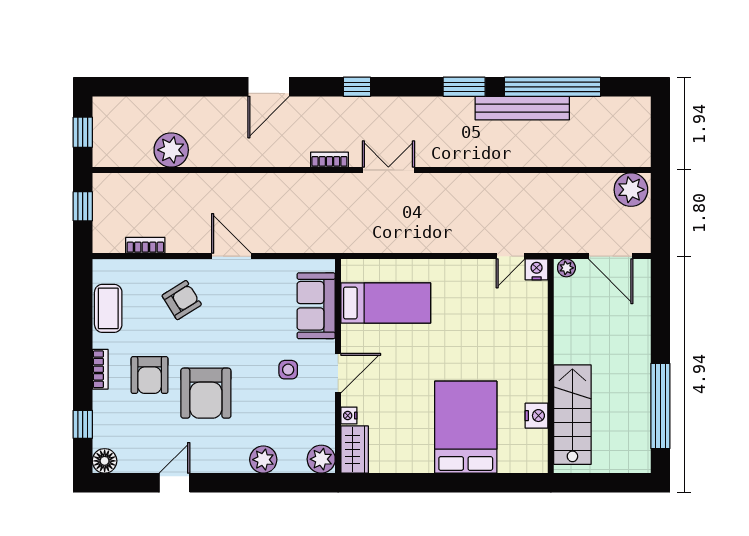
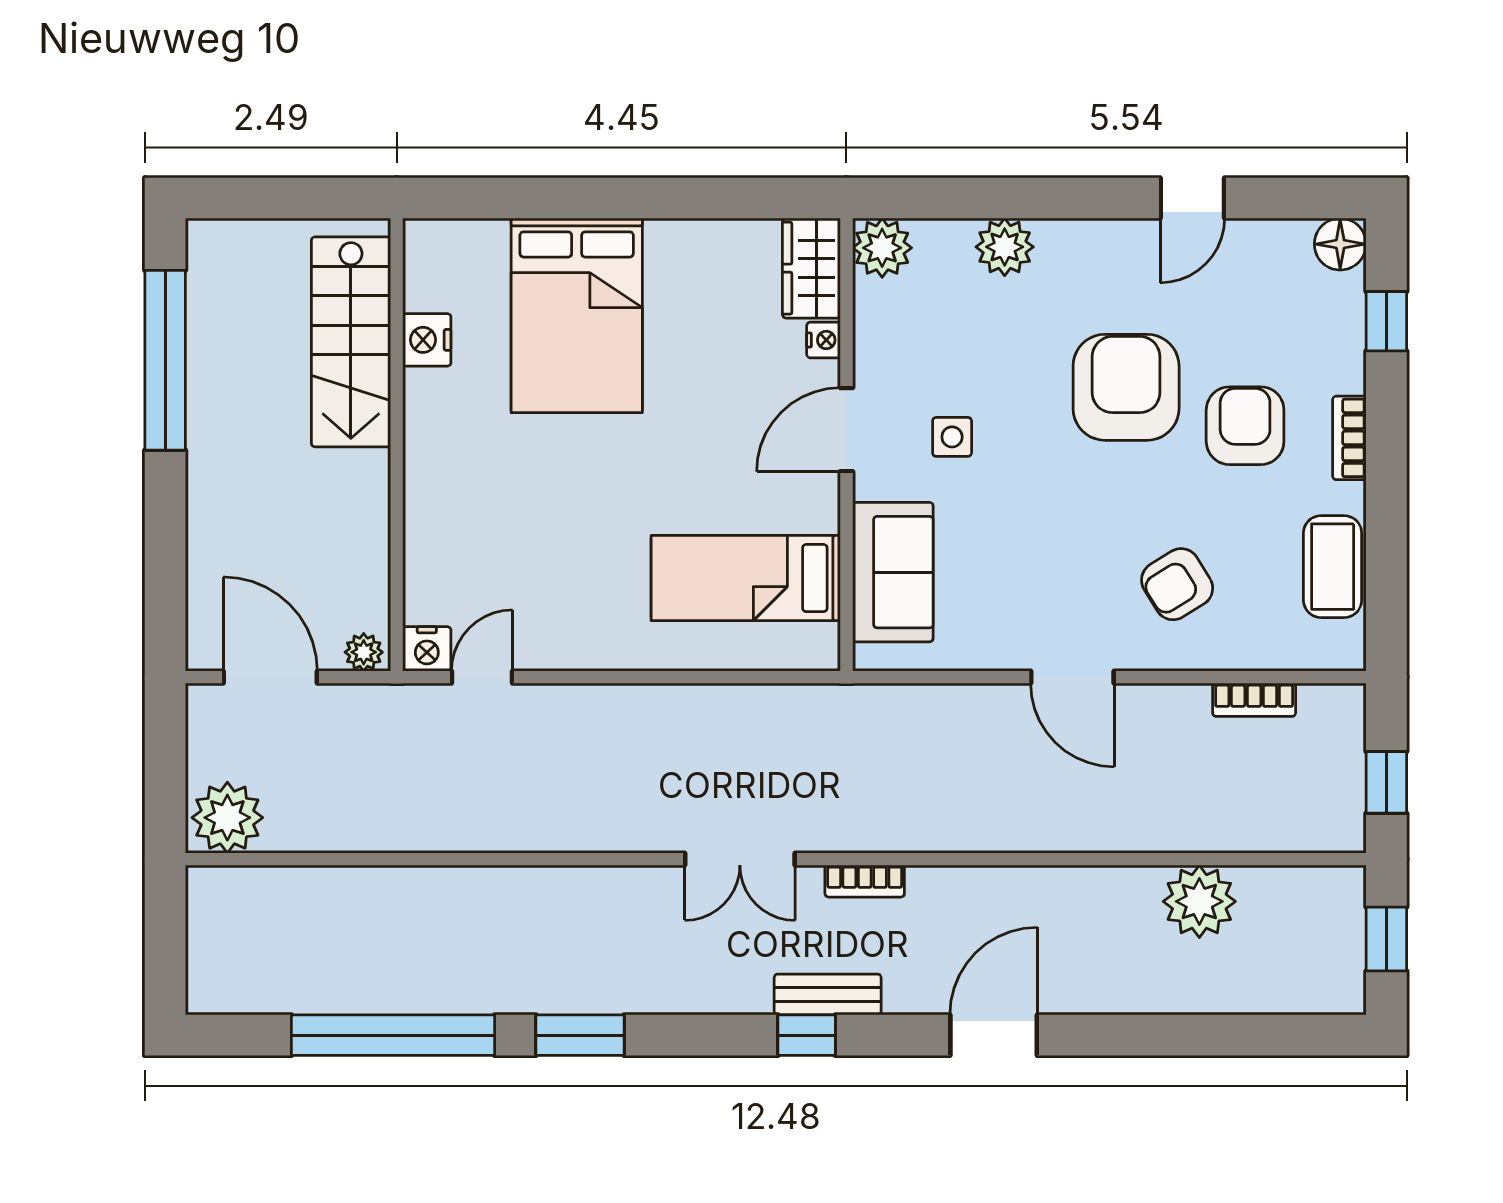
bench: (522, 108) -> (828, 994), moved, width x0.54, depth x0.82

